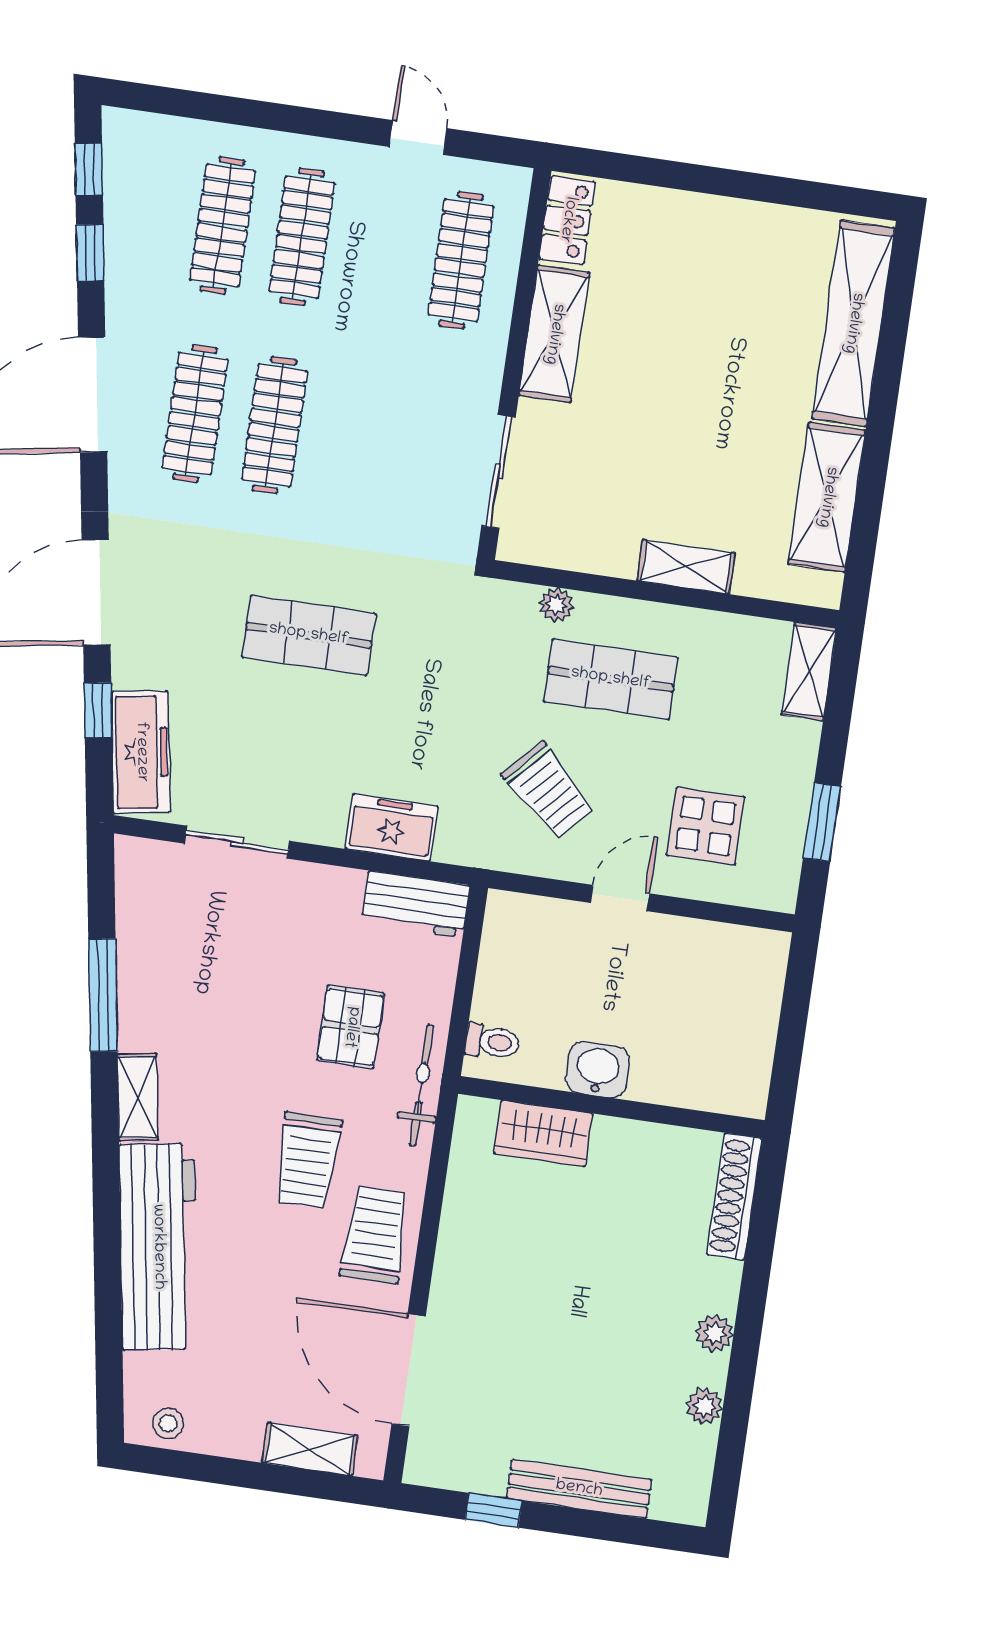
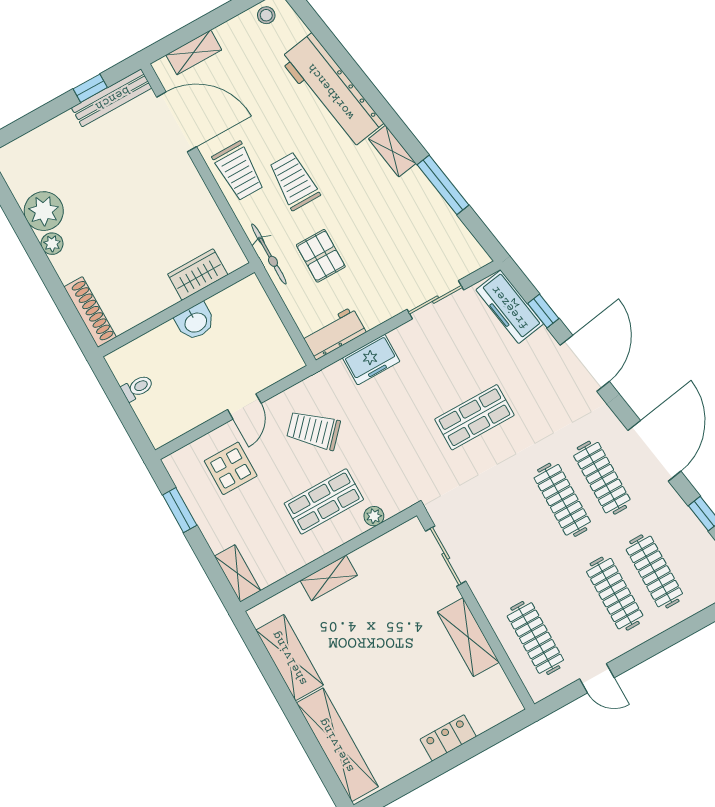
locker: (567, 220) -> (448, 738), moved, turned 90
toilet: (492, 1042) -> (137, 388), moved, turned 180
plant: (705, 1406) -> (44, 211), width x1.87, depth x1.87
bench: (579, 1489) -> (112, 98), moved

